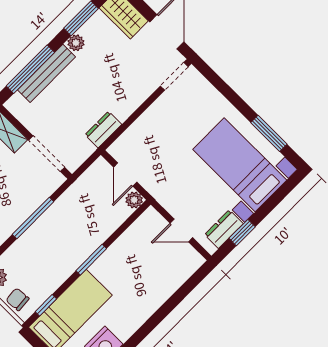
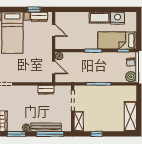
door: (125, 175) -> (54, 67), hinge flipped
cot: (132, 319) -> (100, 18), added

